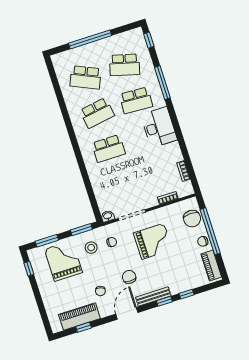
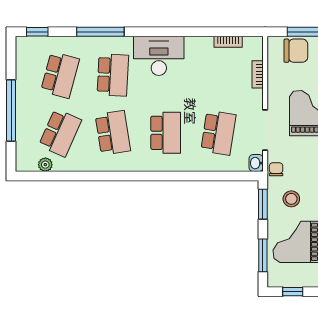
plant: (61, 74) -> (45, 165), added
school desk: (120, 184) -> (218, 133), added
chair: (112, 242) -> (276, 169), moved

